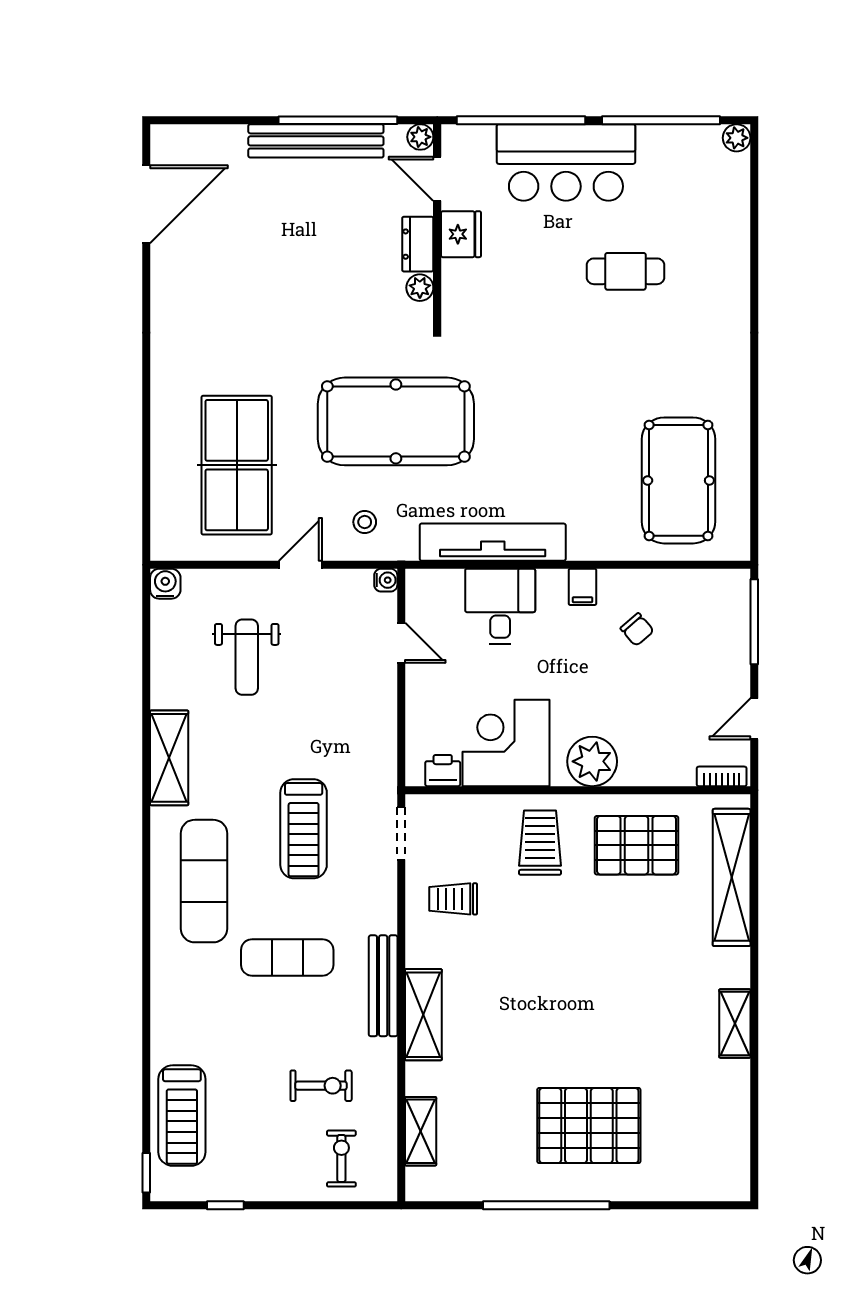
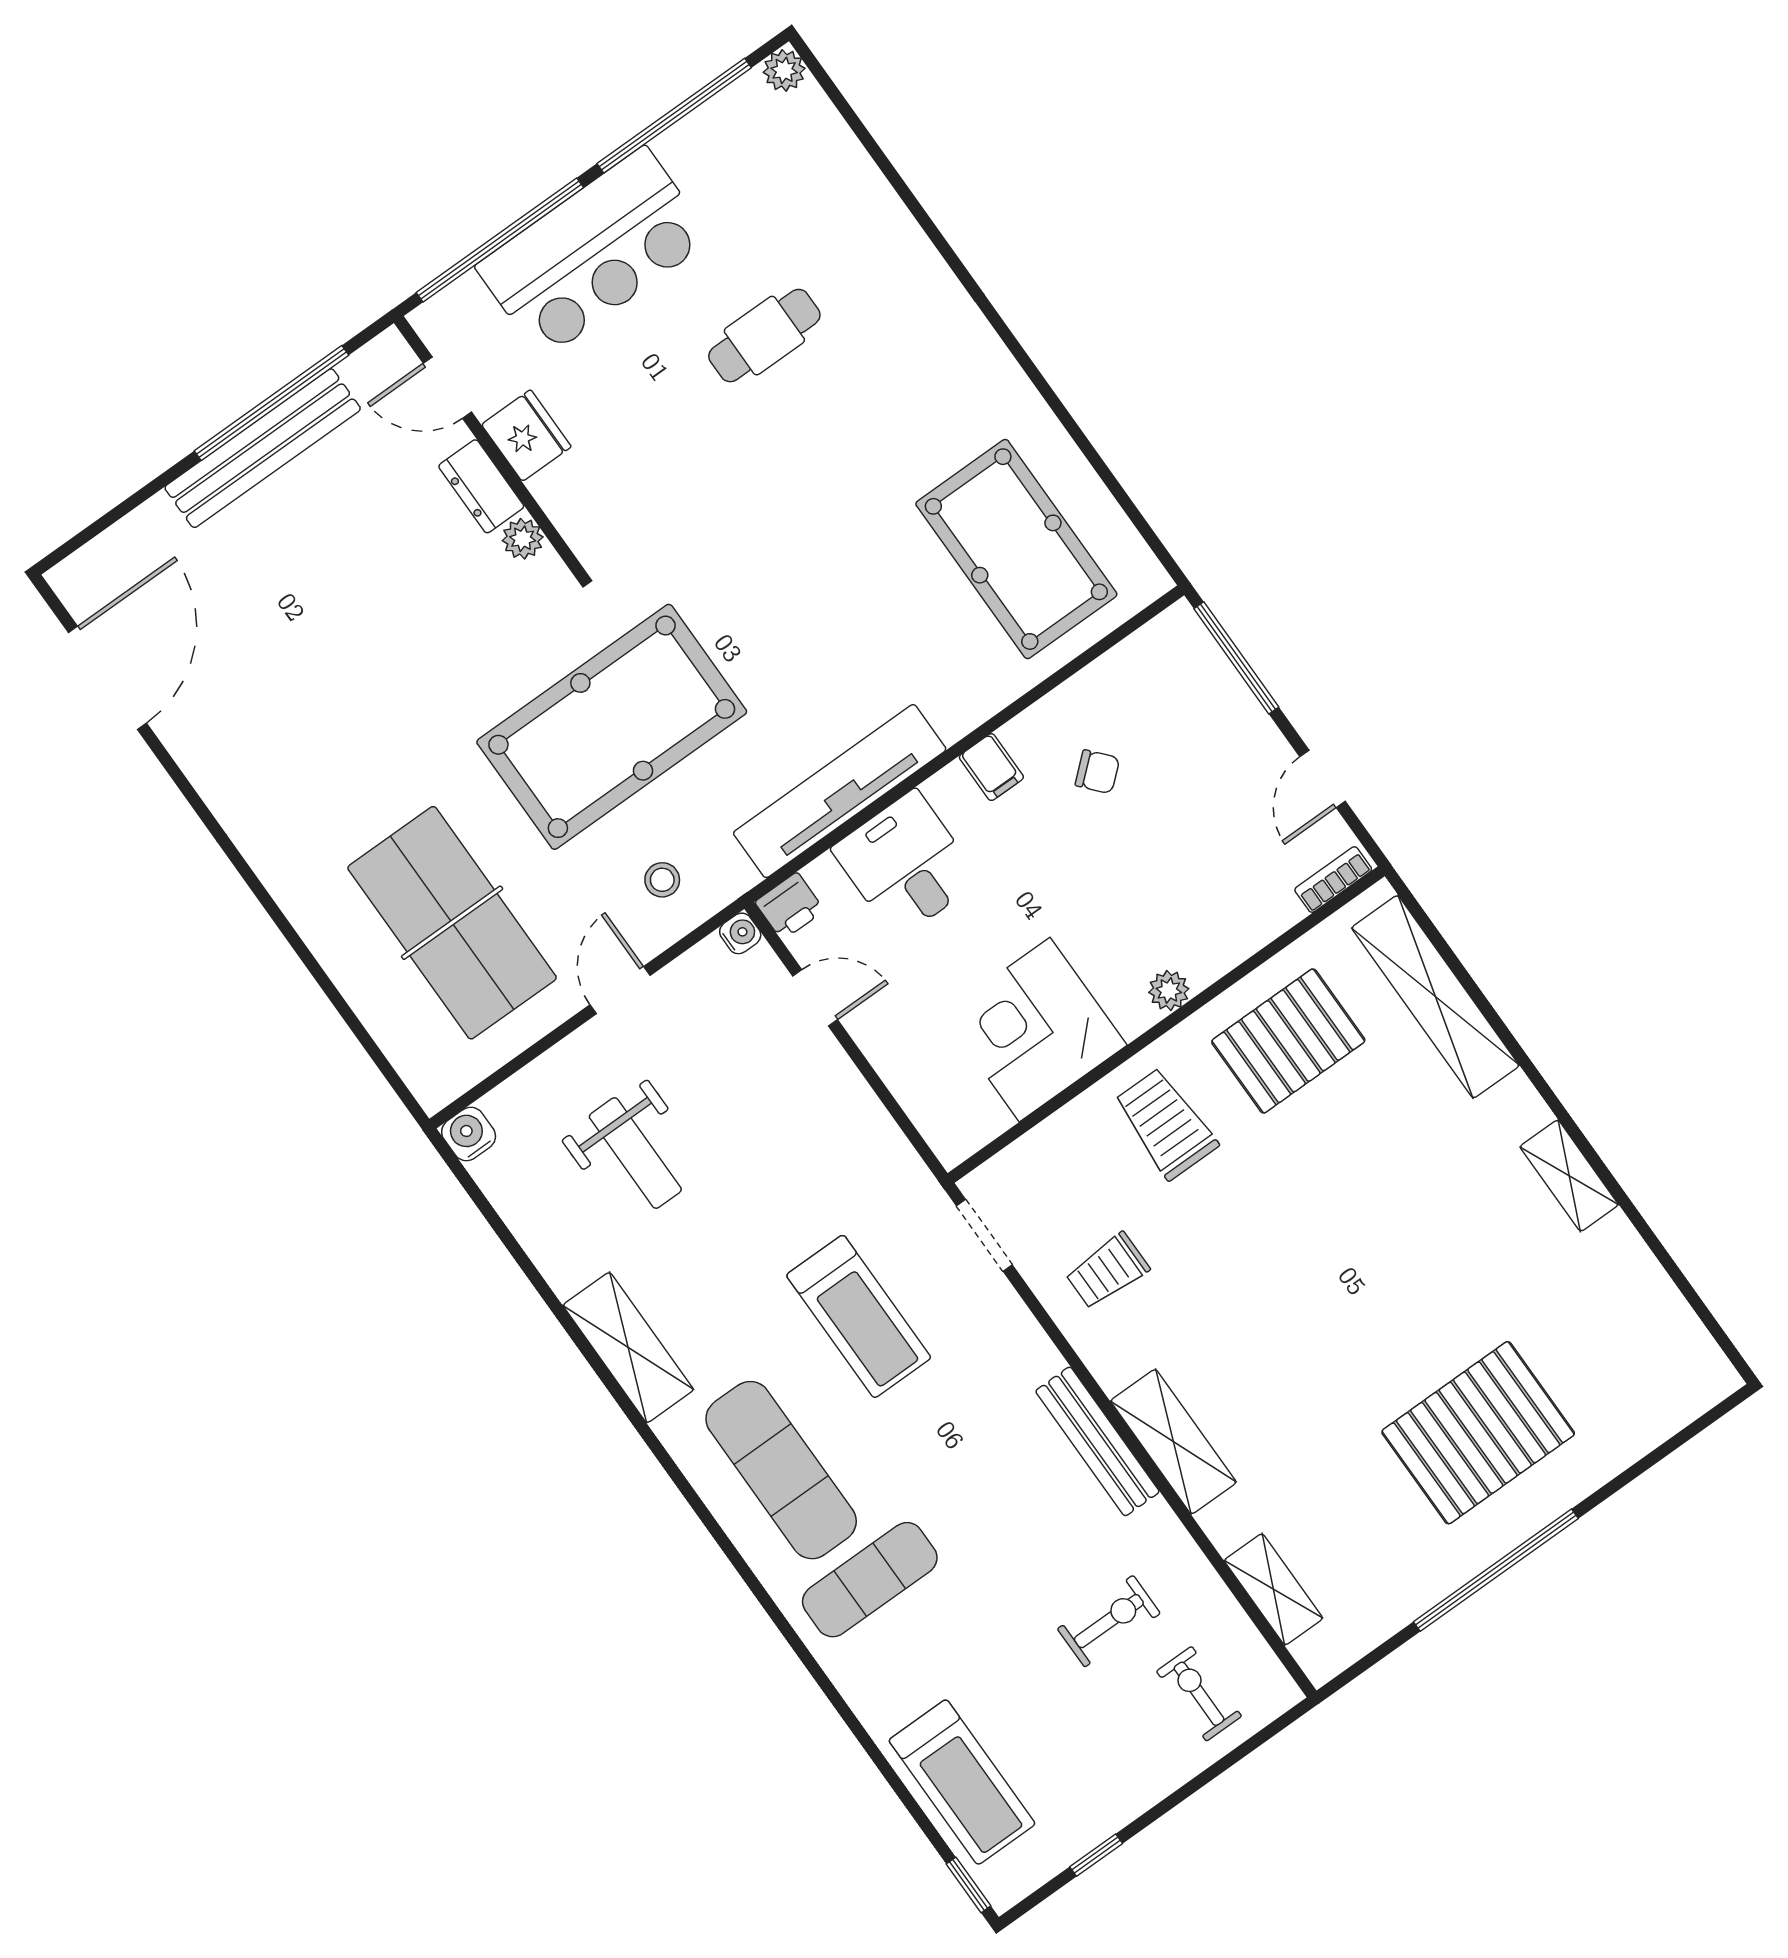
plant: (420, 137) -> (389, 351), removed
plant: (592, 761) -> (1169, 991), width x0.53, depth x0.53
printer: (443, 771) -> (790, 906), moved, turned 180
exercise mat: (287, 957) -> (870, 1580), moved

